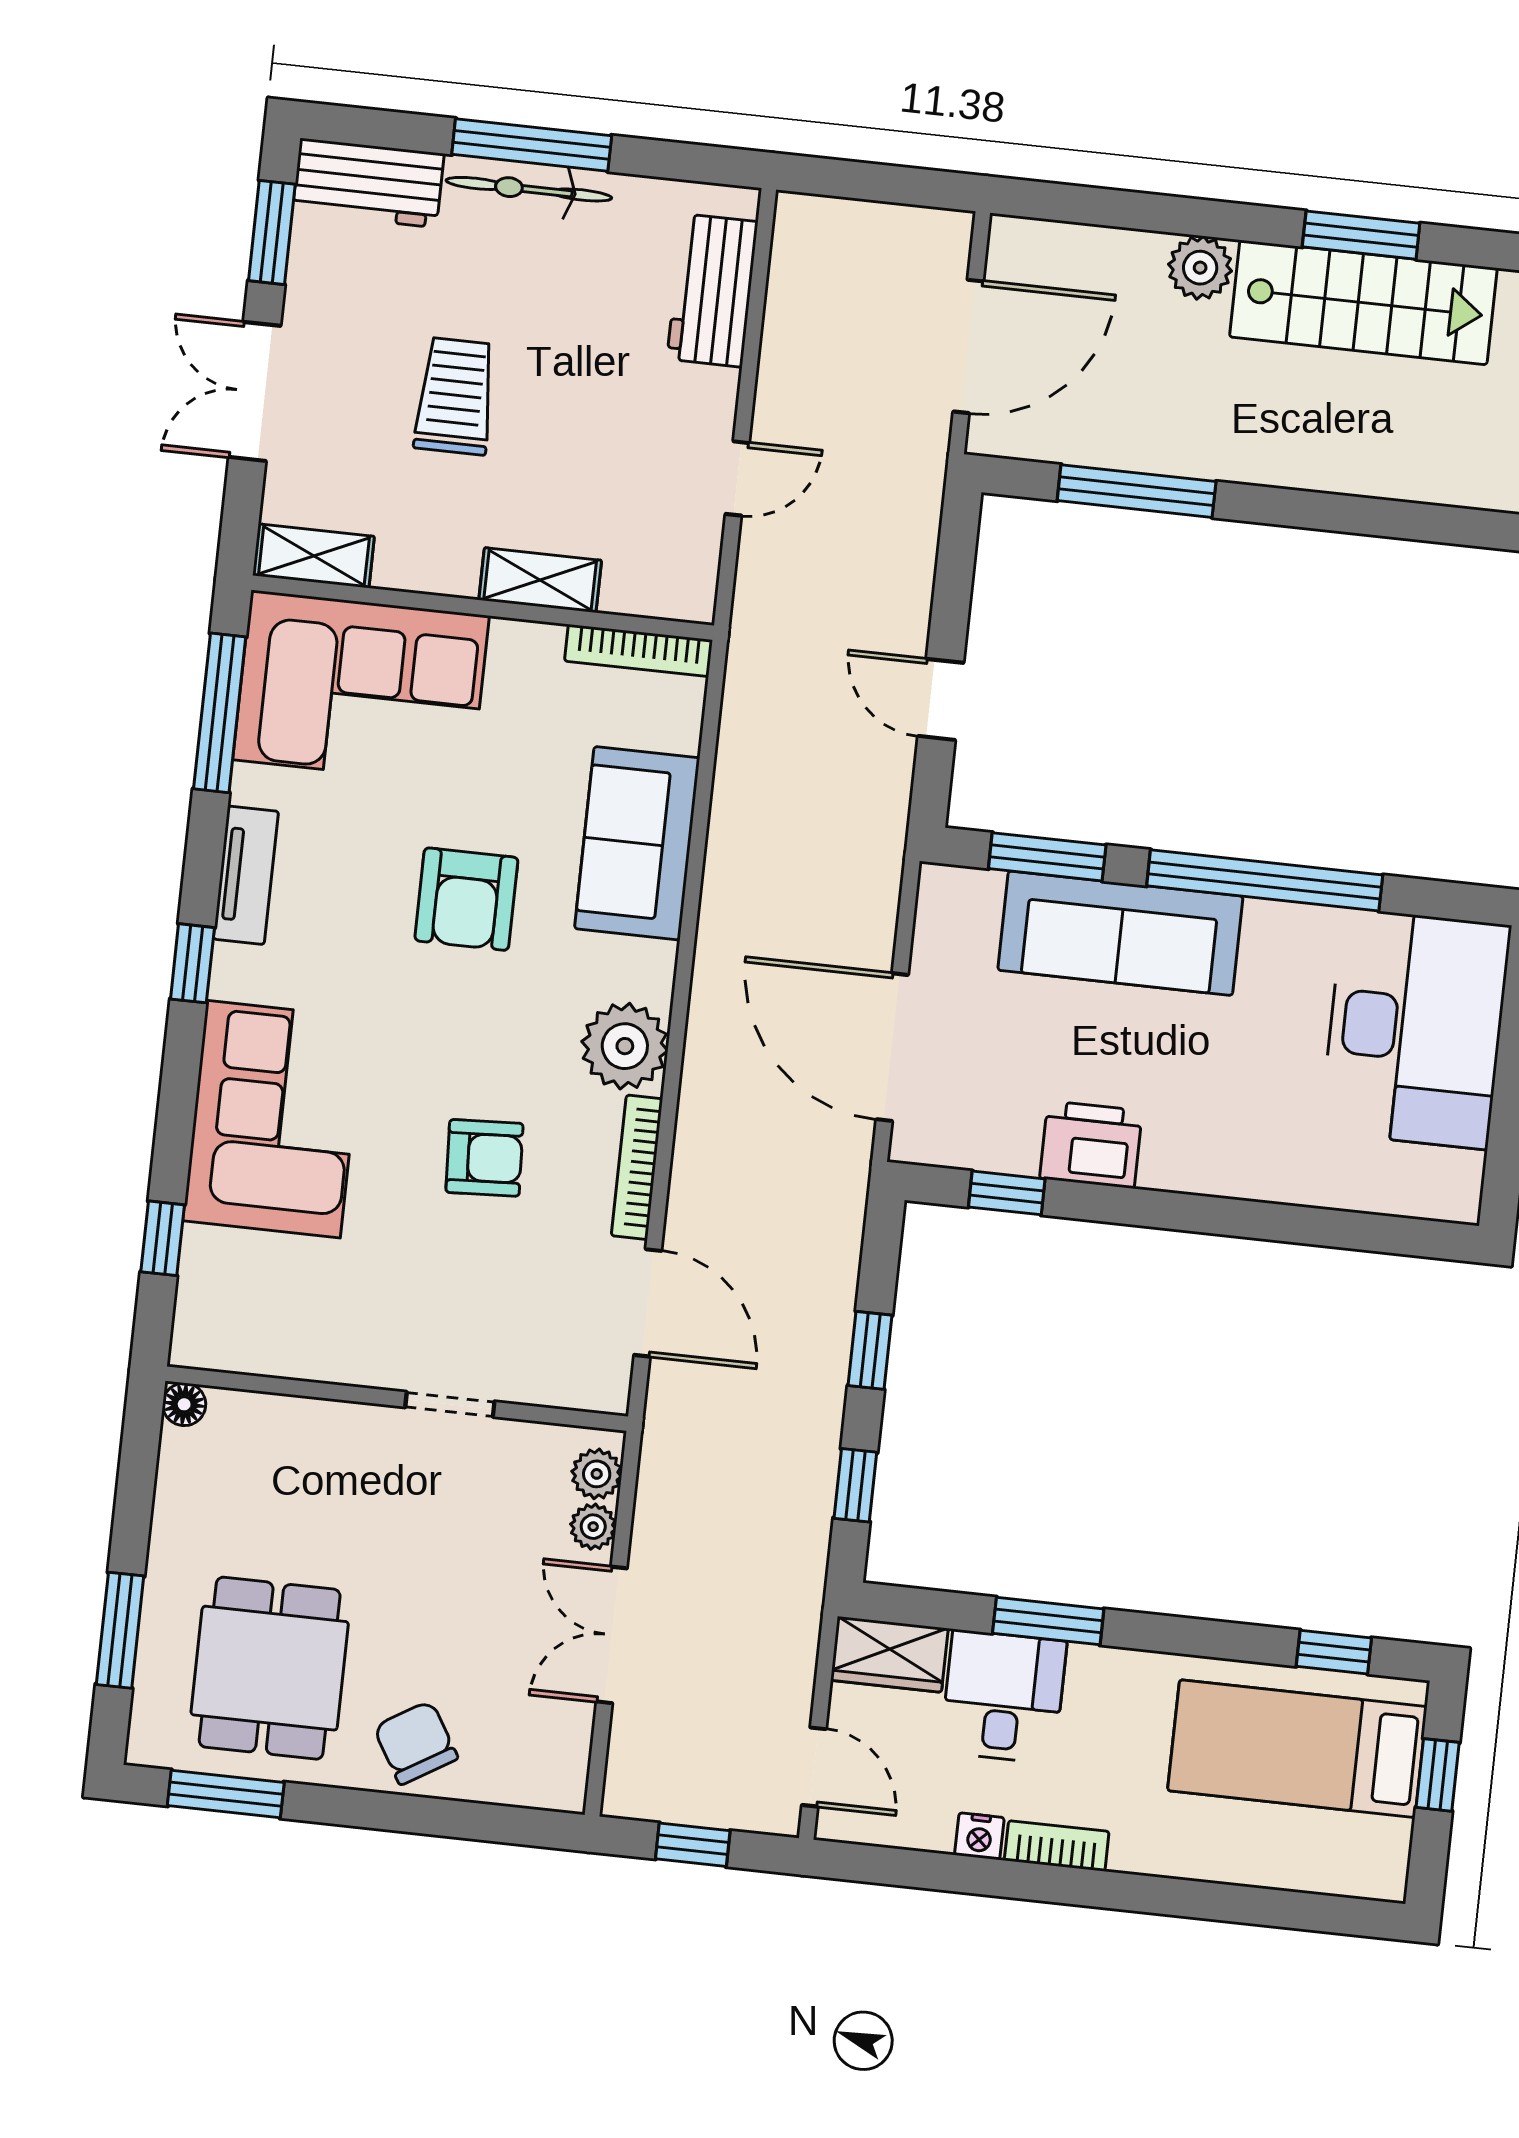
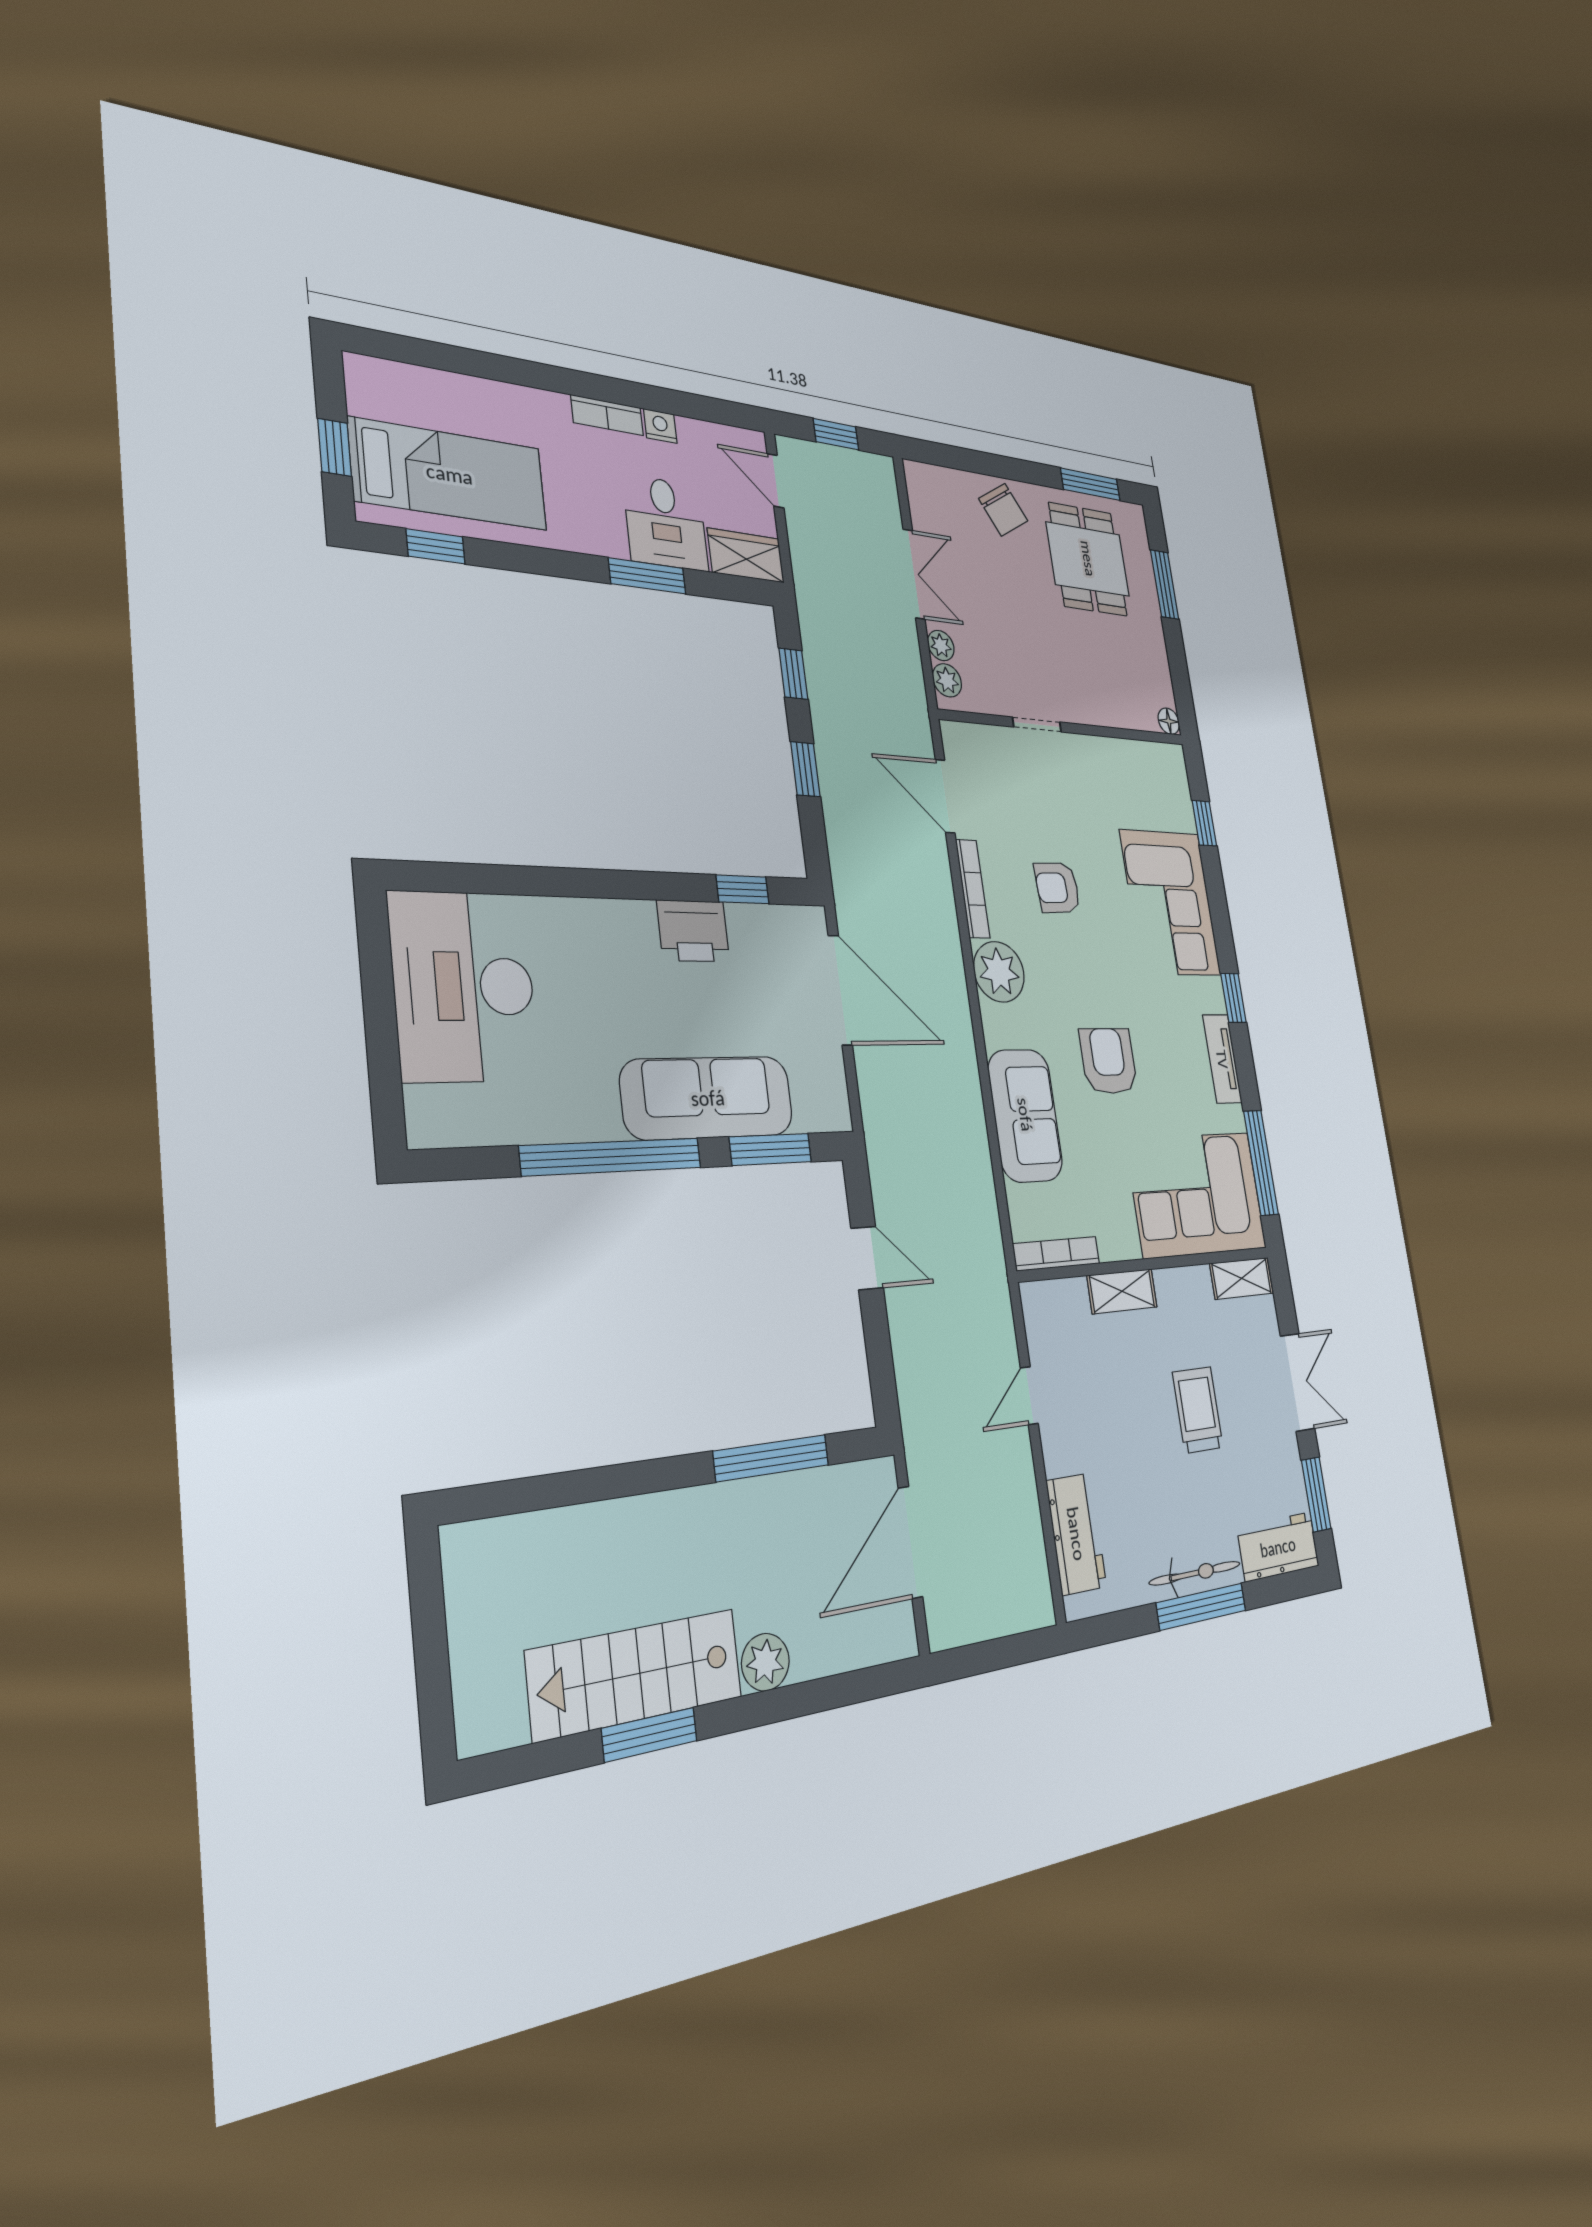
trolley: (455, 396) -> (1198, 1410), turned 180
desk: (1415, 1029) -> (464, 986), moved

